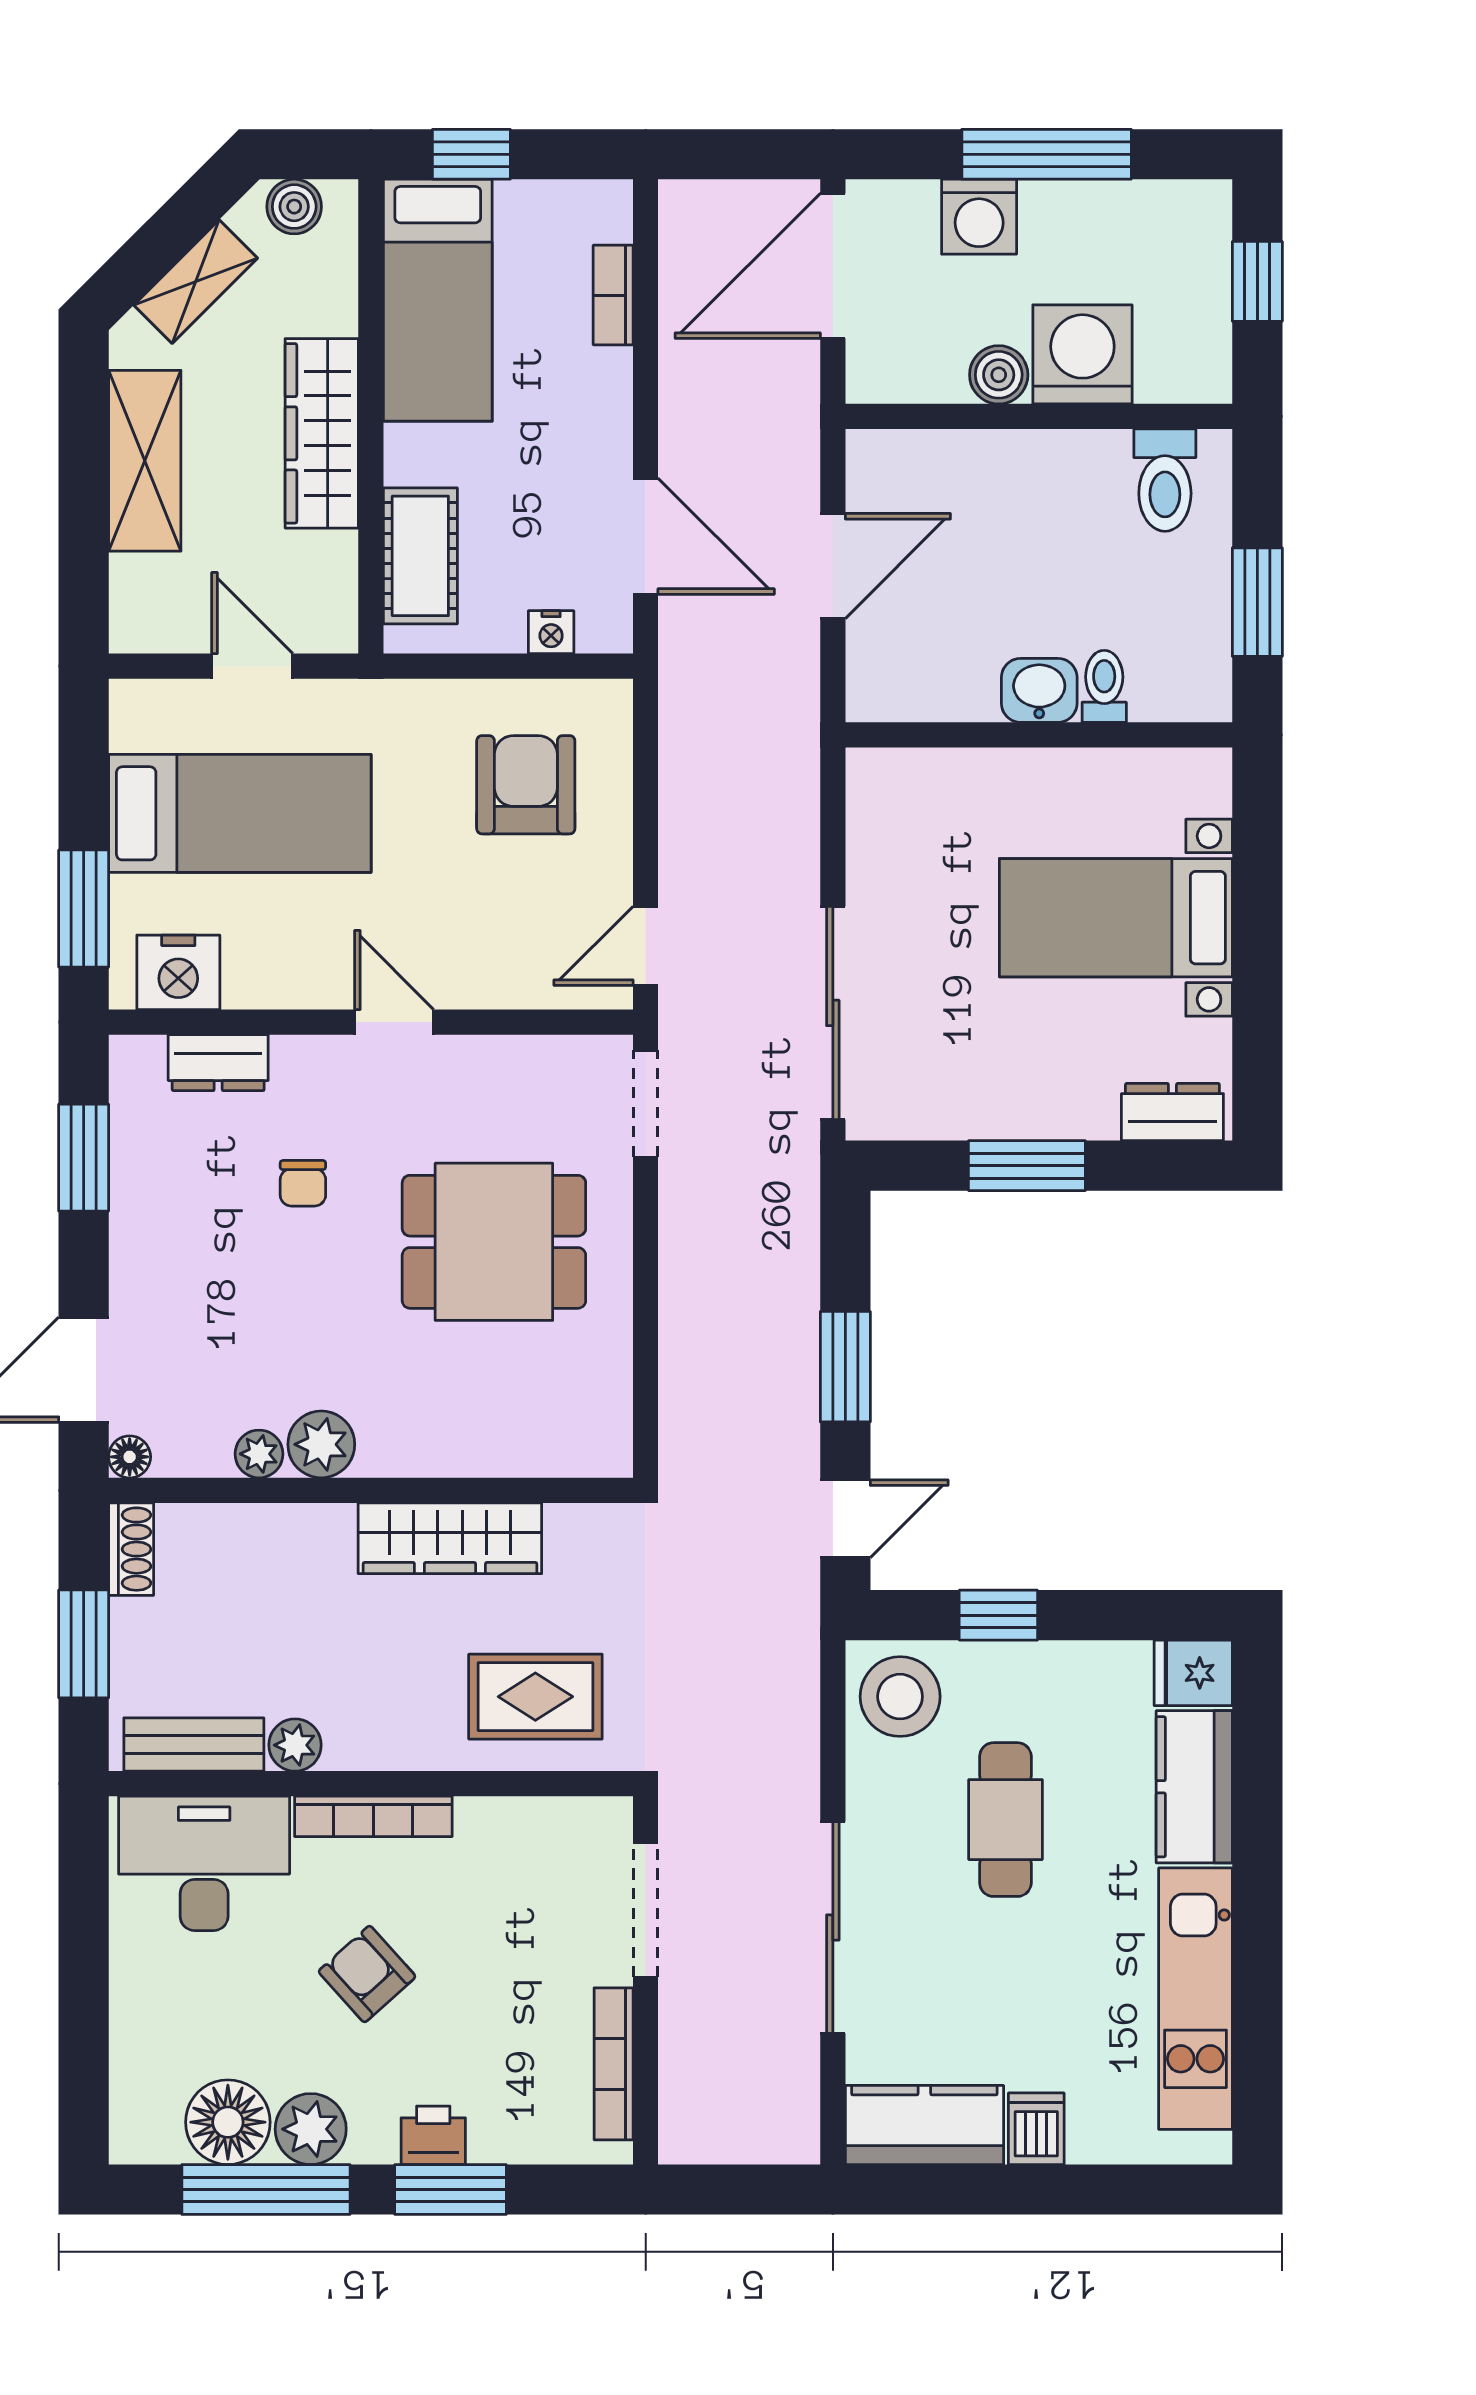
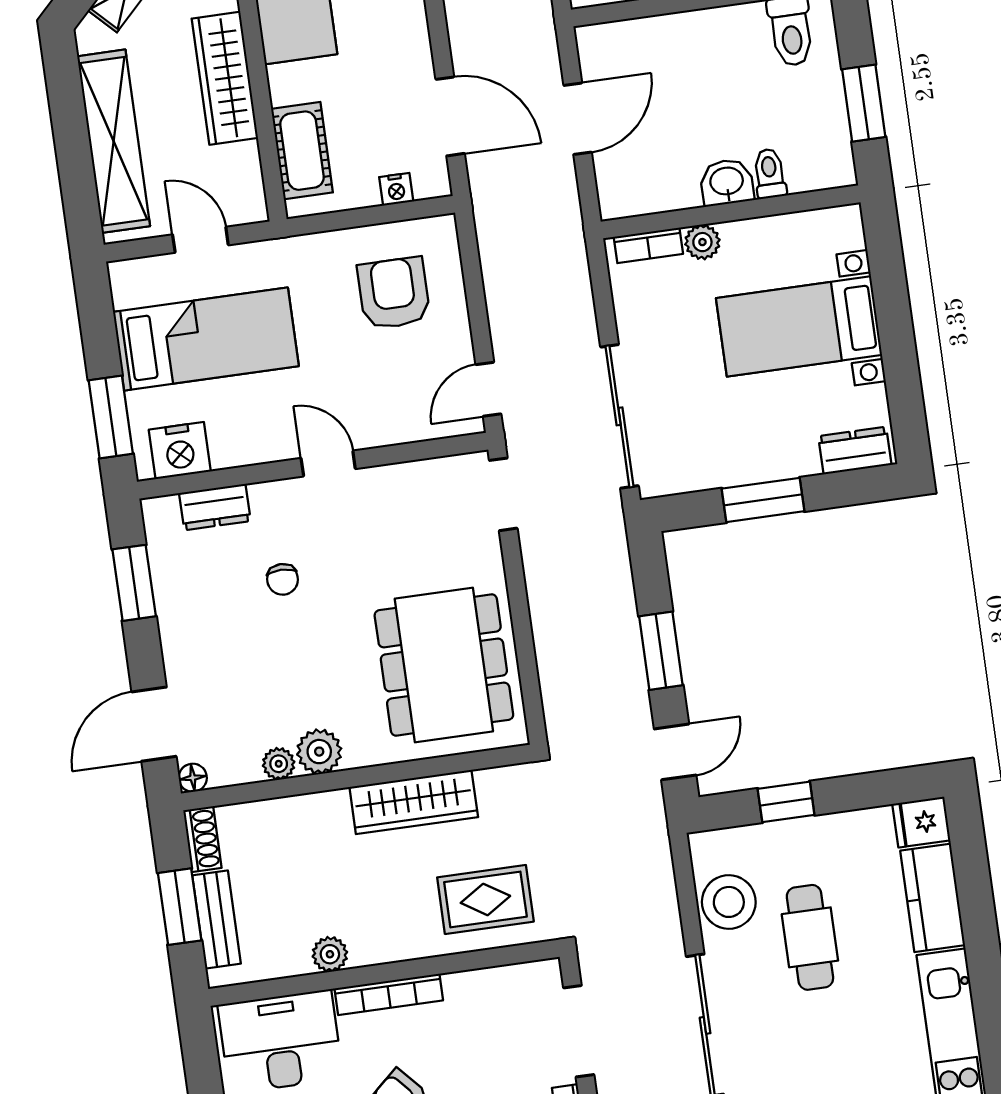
shelving: (145, 461) -> (114, 141), width x1.47
bookcase: (911, 767) -> (648, 245), added
plant: (991, 773) -> (702, 242), added
dining table: (494, 1242) -> (444, 665), moved, width x1.38
stool: (900, 1697) -> (729, 902), moved
bench: (194, 1744) -> (217, 919), moved, turned 90

